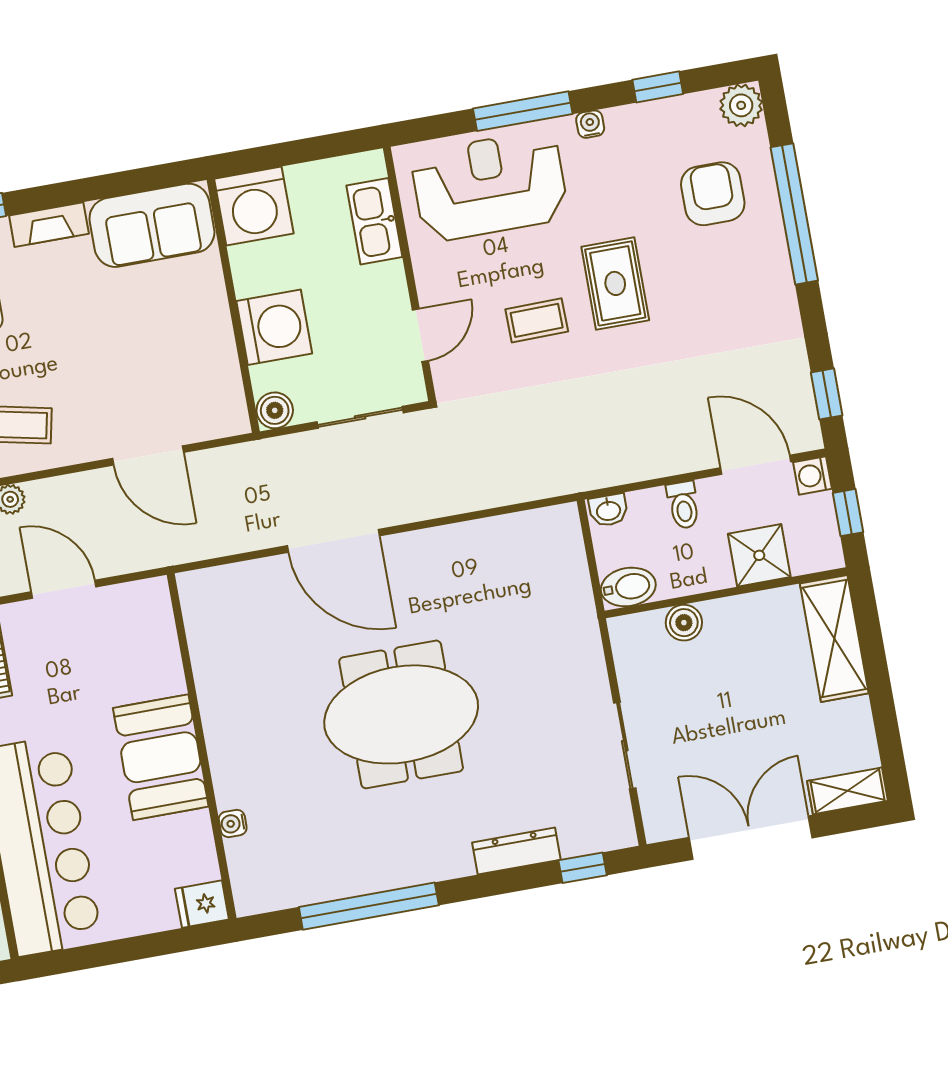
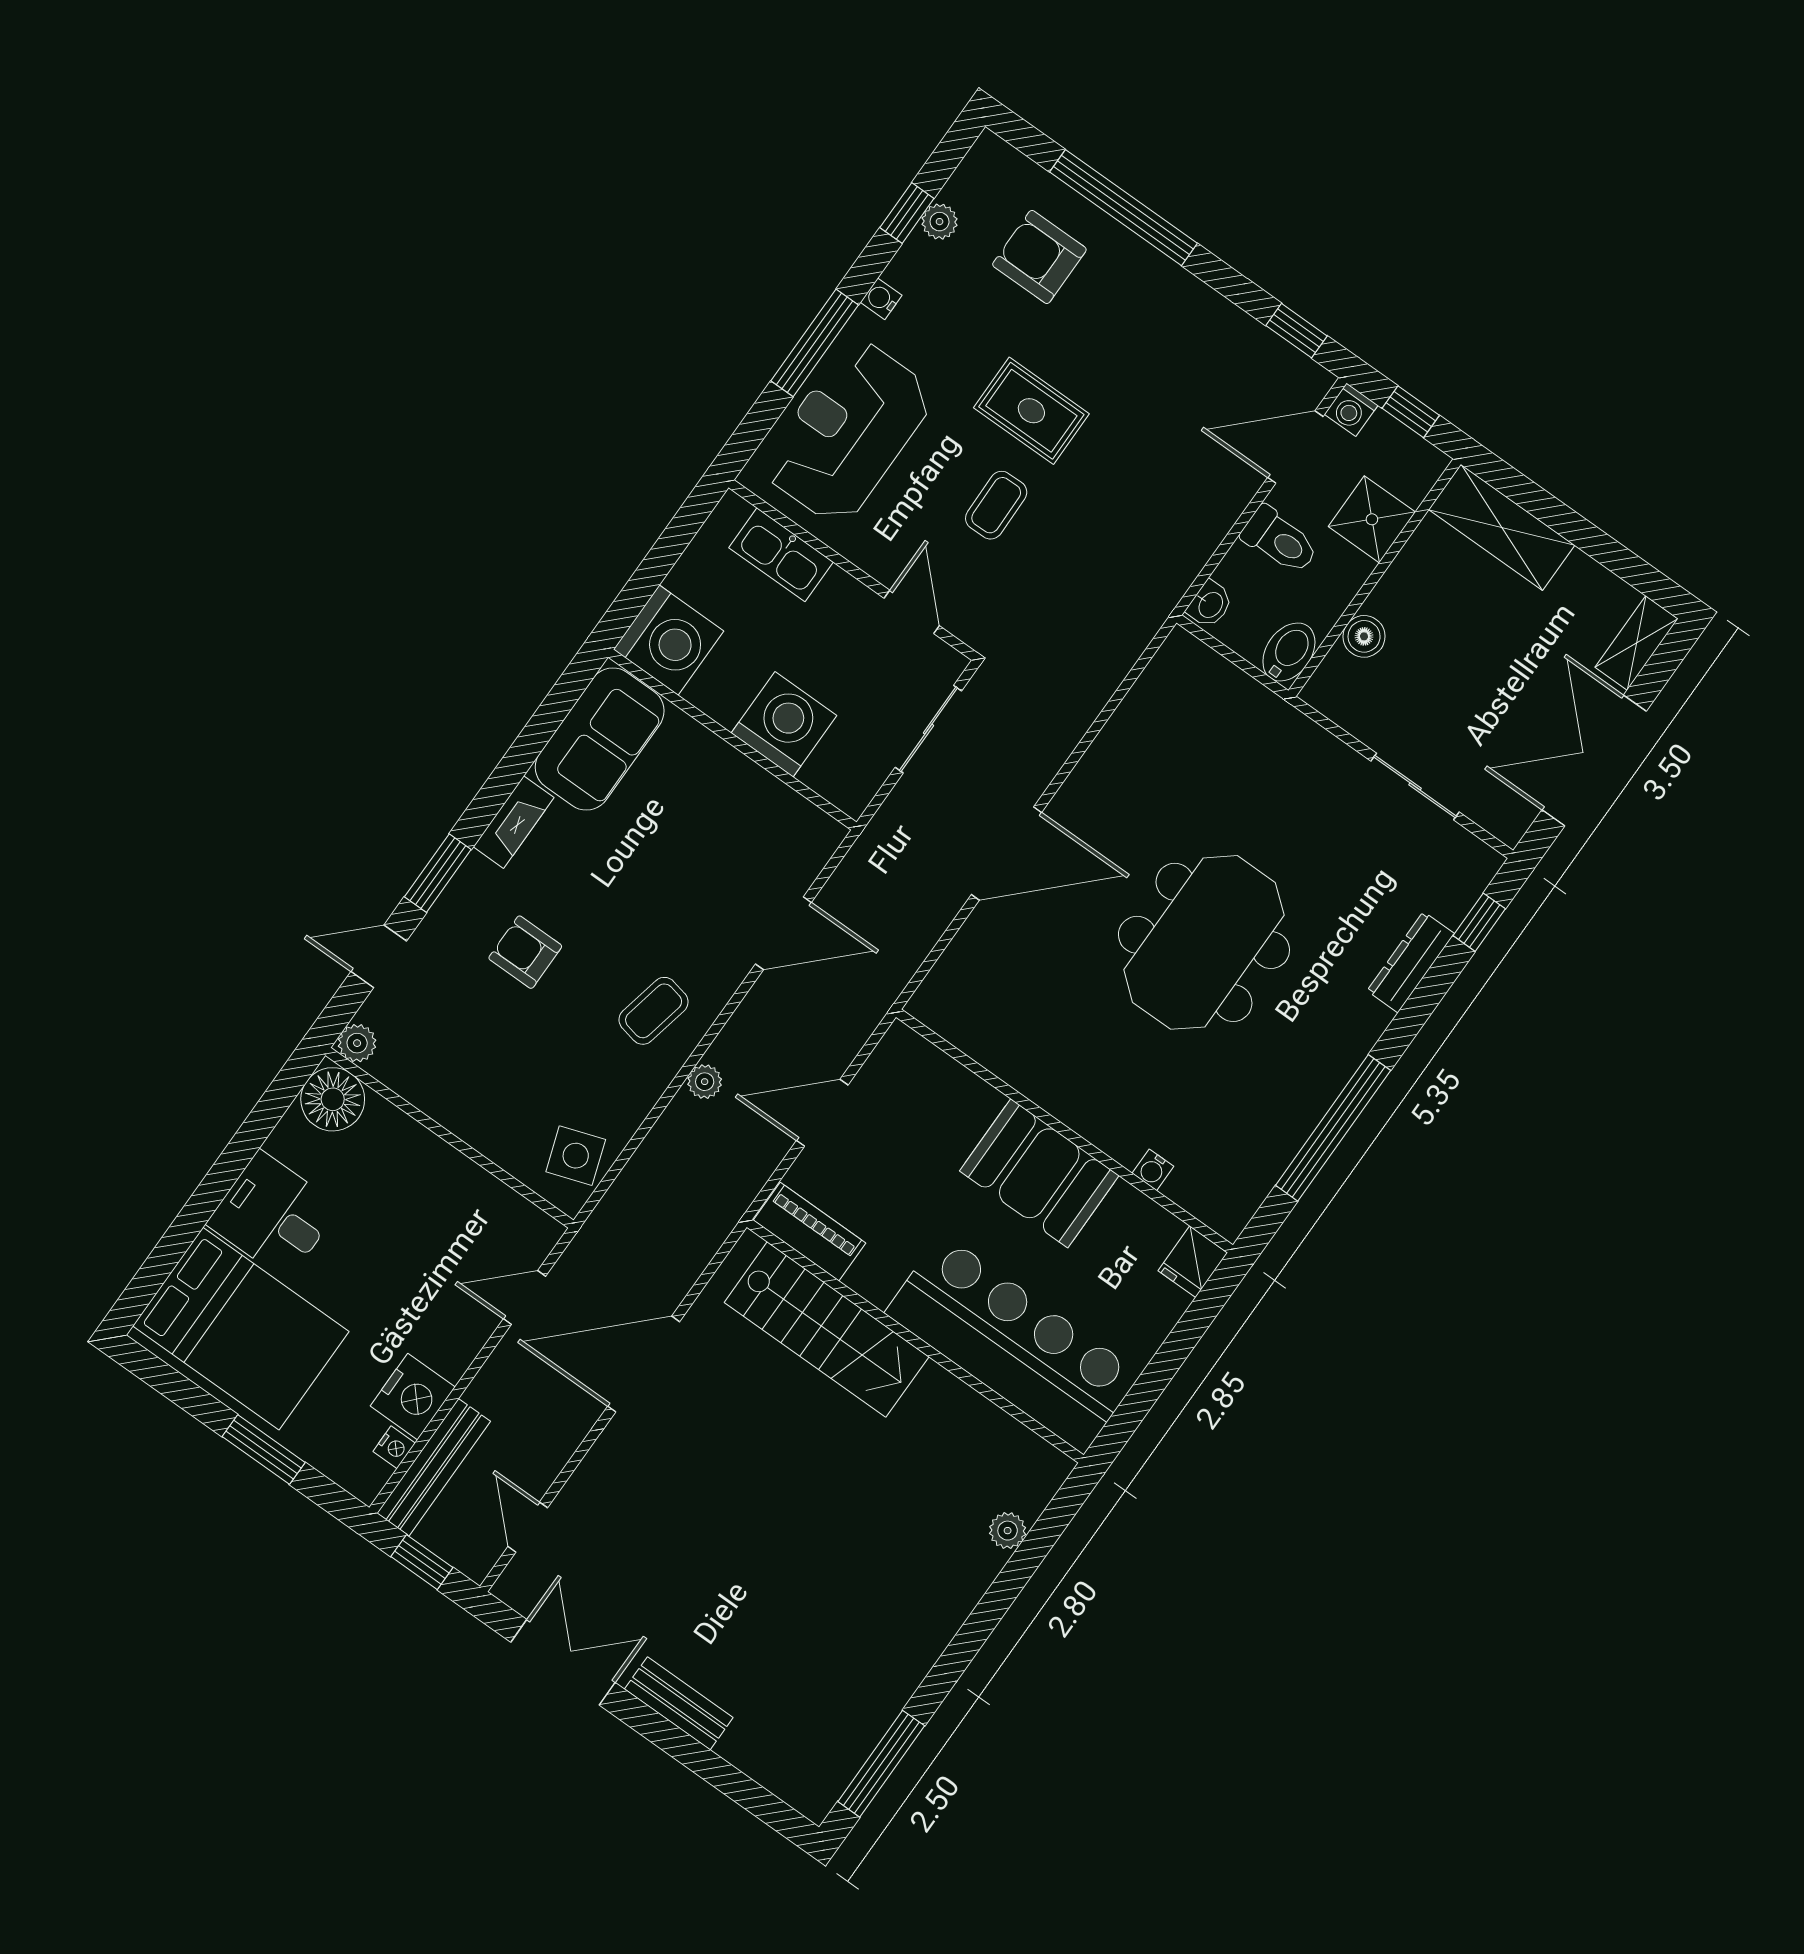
plant: (741, 105) -> (940, 222), moved, width x0.73, depth x0.73
boiler: (275, 410) -> (852, 793), removed
toilet: (683, 505) -> (1280, 540), width x1.37, depth x1.39

